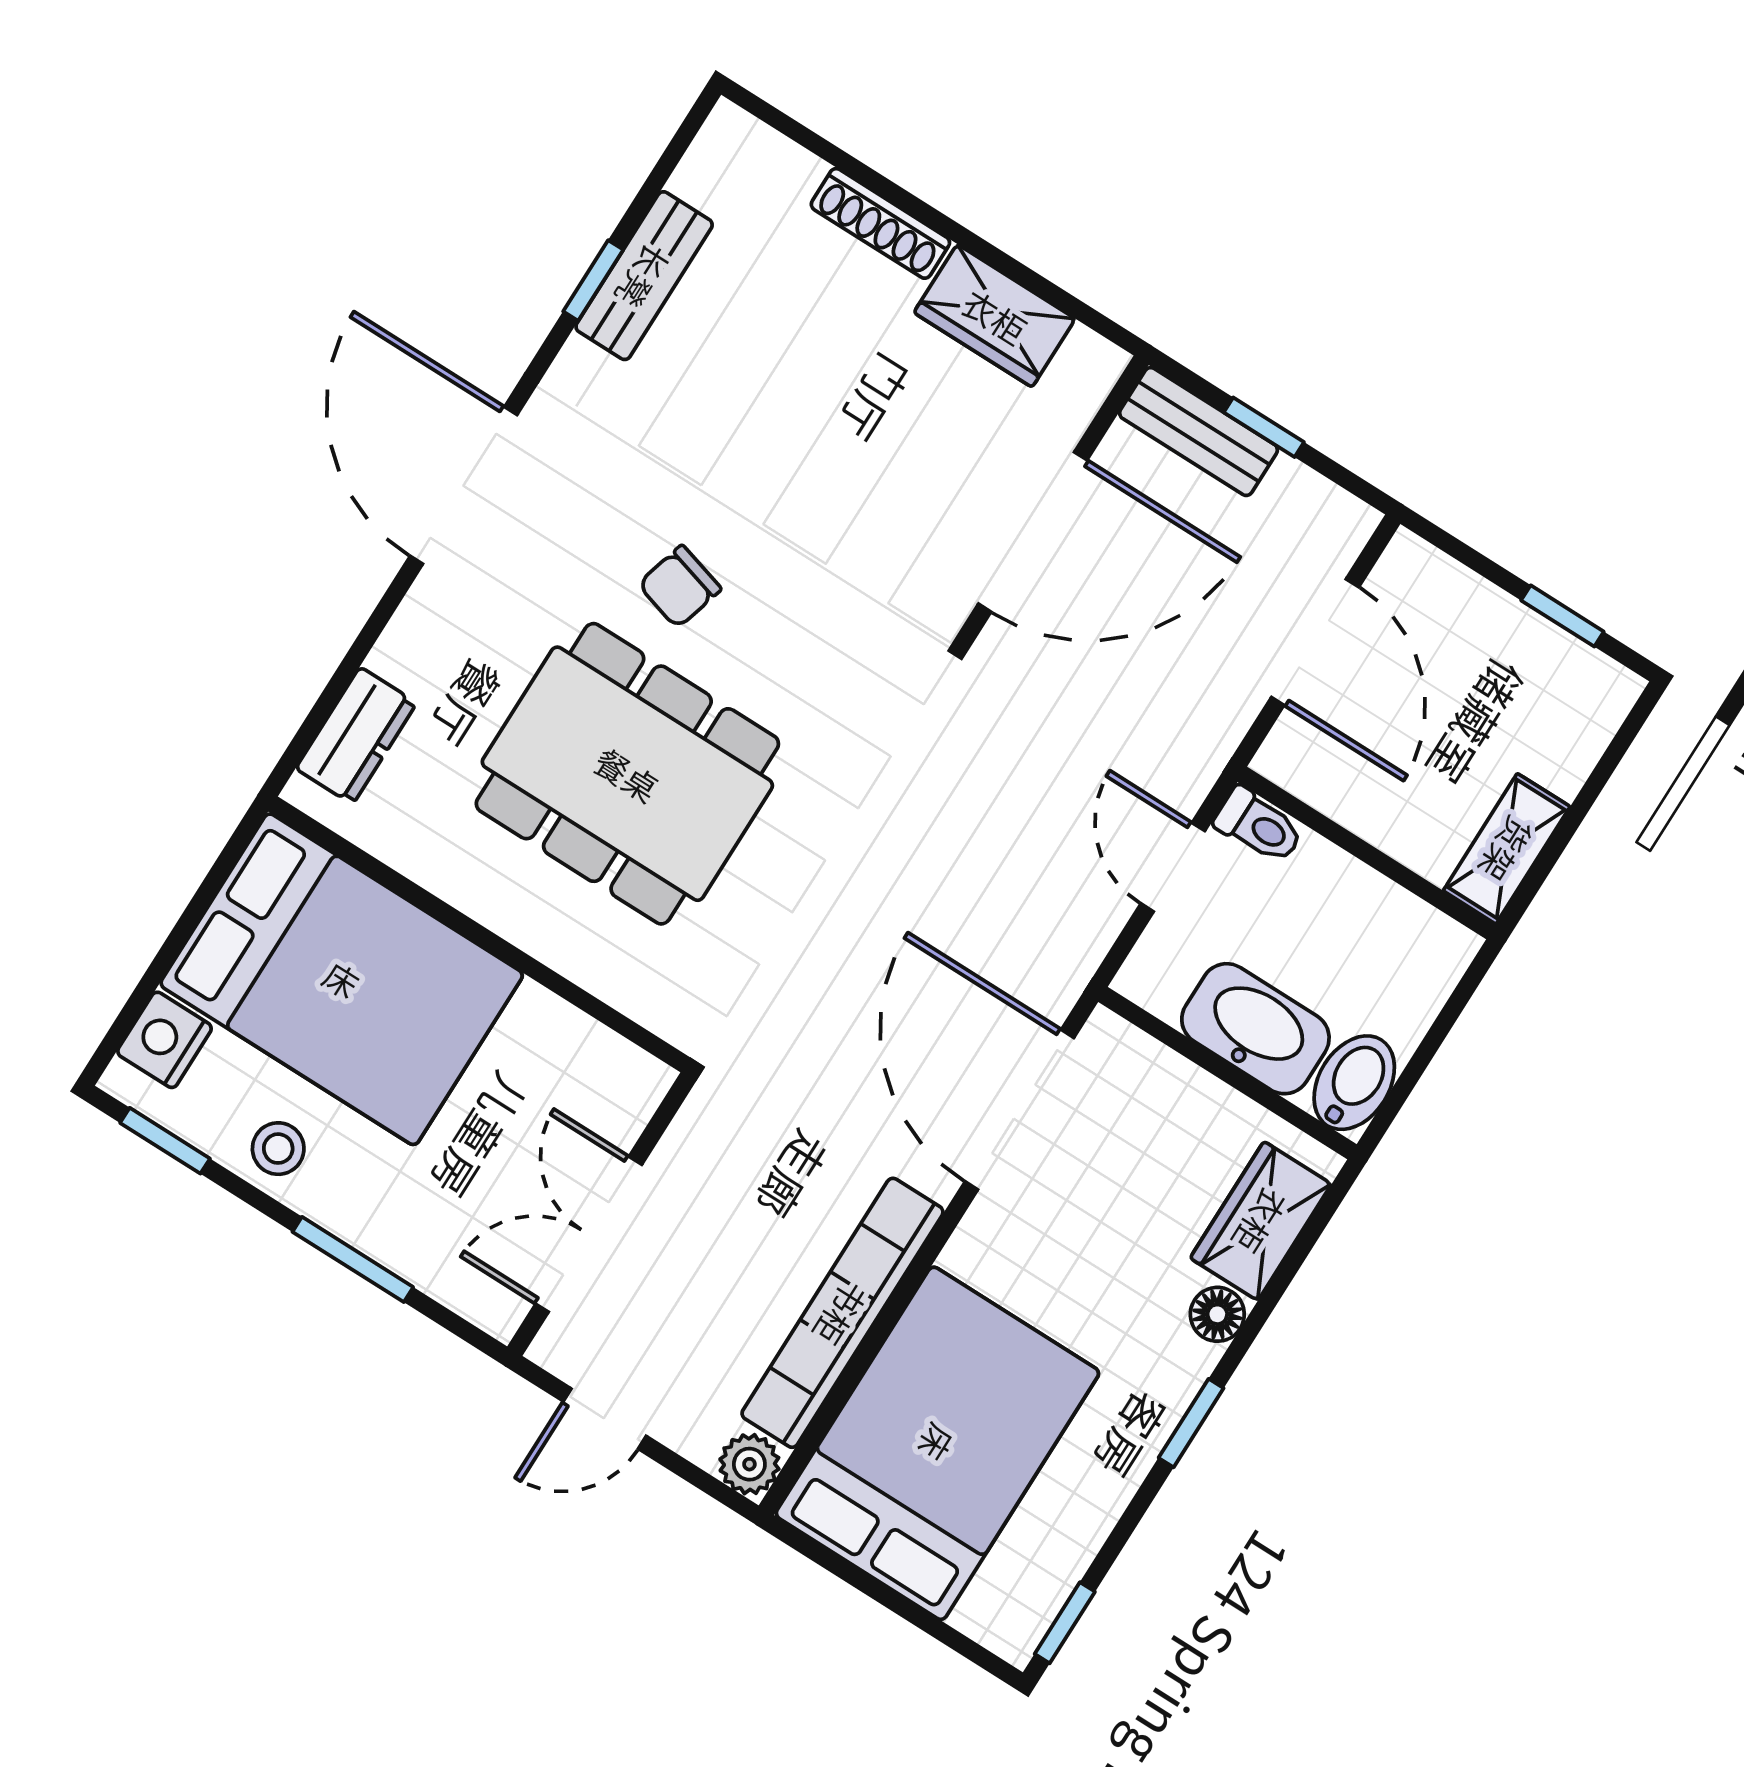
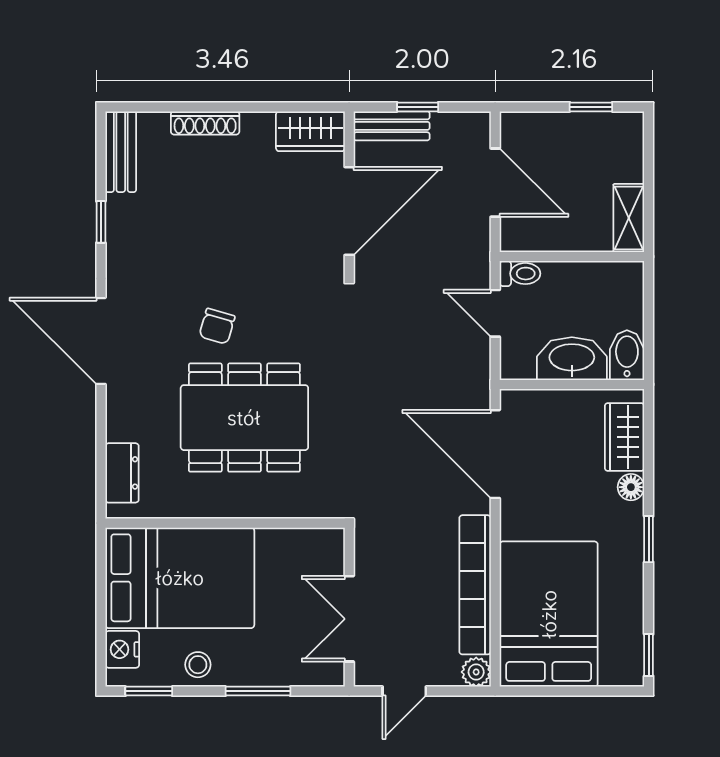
bench: (644, 276) -> (121, 152), moved
wardrobe: (995, 316) -> (310, 131), moved

